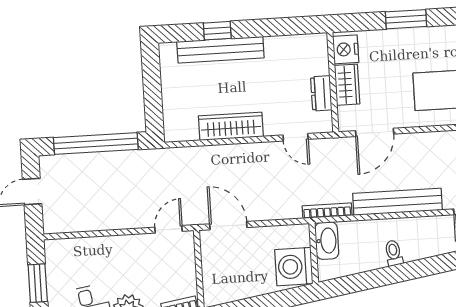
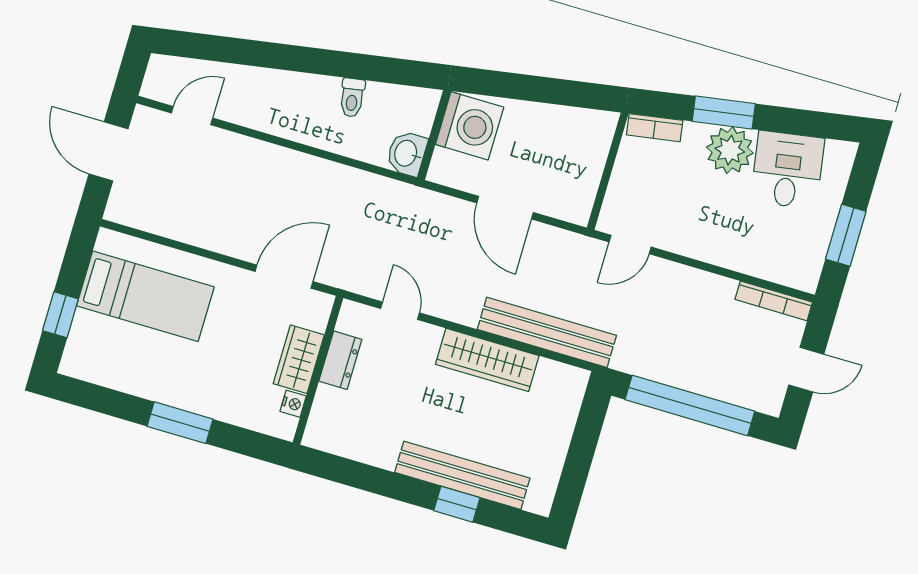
nightstand: (346, 49) -> (293, 404), width x0.53, depth x0.56
bench: (397, 202) -> (547, 332), moved
bookcase: (327, 211) -> (774, 301), moved
door: (228, 226) -> (505, 208), moved
washbasin: (327, 241) -> (407, 153), width x0.72
toilet: (394, 253) -> (352, 98), moved

